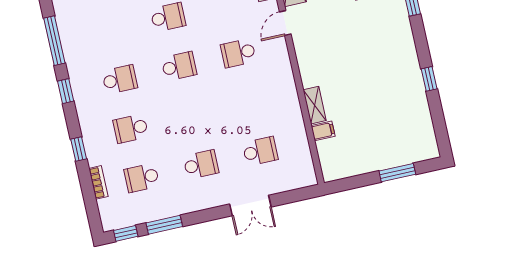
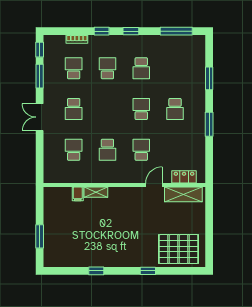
door: (285, 23) -> (154, 185), hinge flipped
school desk: (179, 66) -> (141, 109), turned 180
window: (66, 91) -> (131, 31), moved
school desk: (249, 102) -> (107, 150), added
school desk: (260, 151) -> (74, 150), turned 180
double door: (250, 205) -> (40, 117), moved

